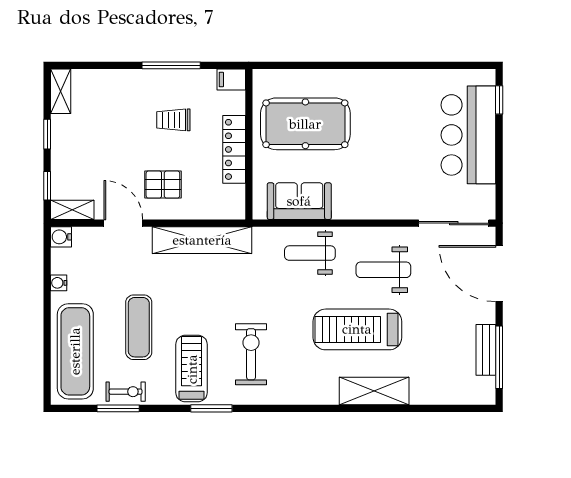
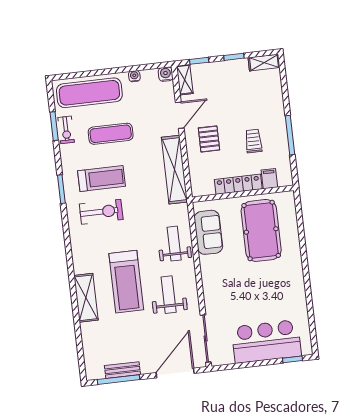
filing cabinet: (231, 80) -> (269, 179), moved
treadmill: (357, 329) -> (126, 282), turned 180
treadmill: (192, 369) -> (102, 179), moved

